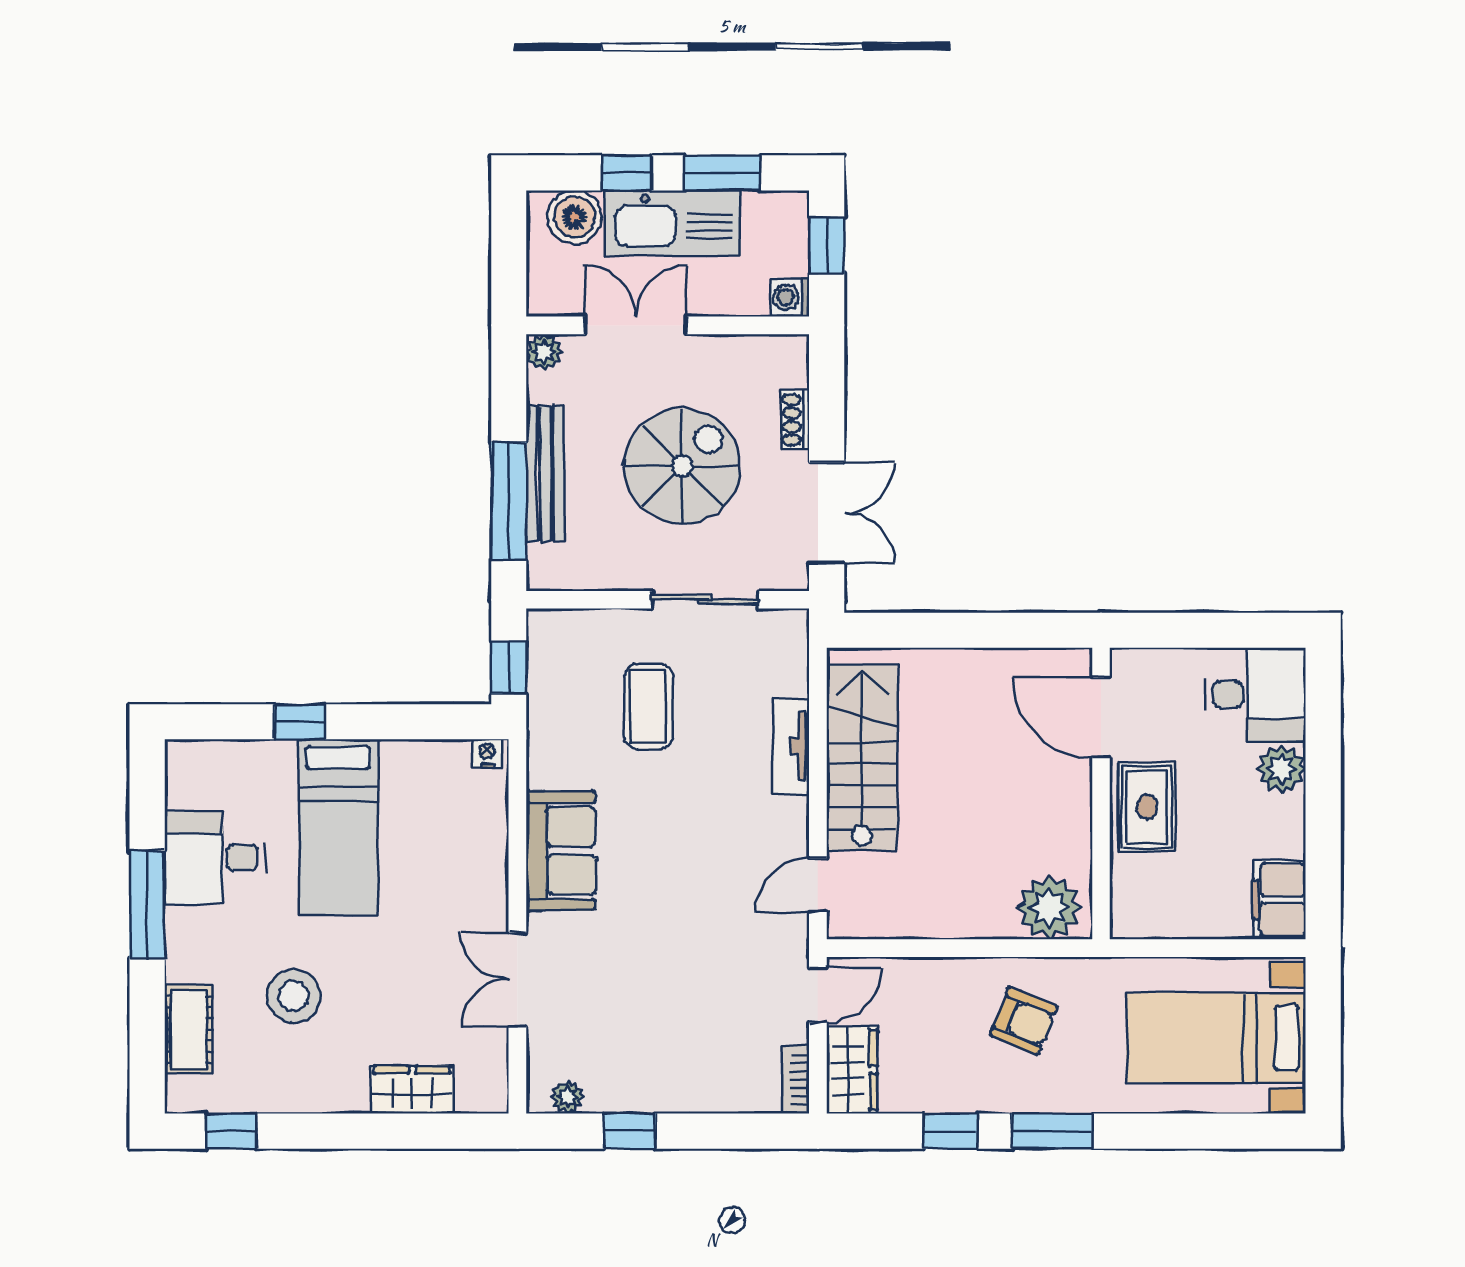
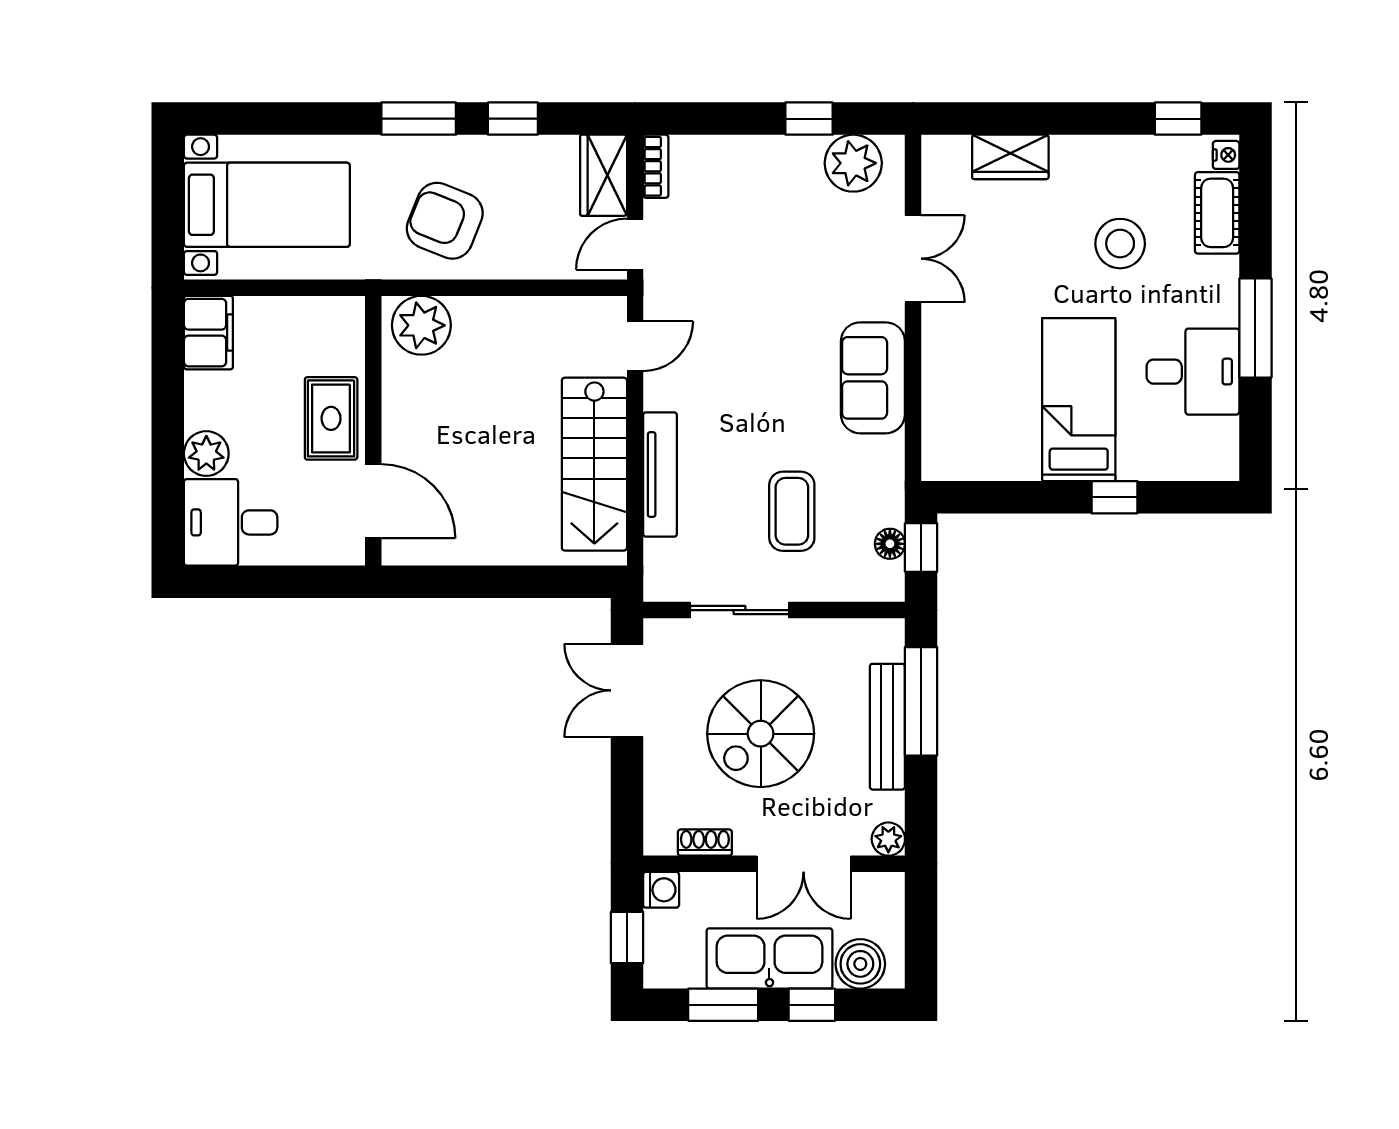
shoe rack: (795, 420) -> (705, 843), moved, turned -90
floor lamp: (542, 671) -> (890, 544), added
tv unit: (791, 746) -> (660, 475), width x1.41
nightstand: (487, 753) -> (1226, 155), moved, turned -90
armchair: (1024, 1021) -> (445, 221), width x1.38, depth x1.38
plant: (568, 1097) -> (853, 163), width x1.87, depth x1.87

